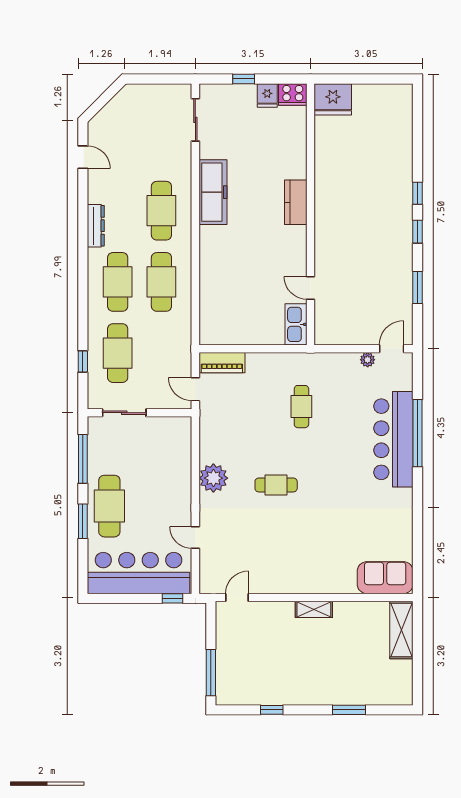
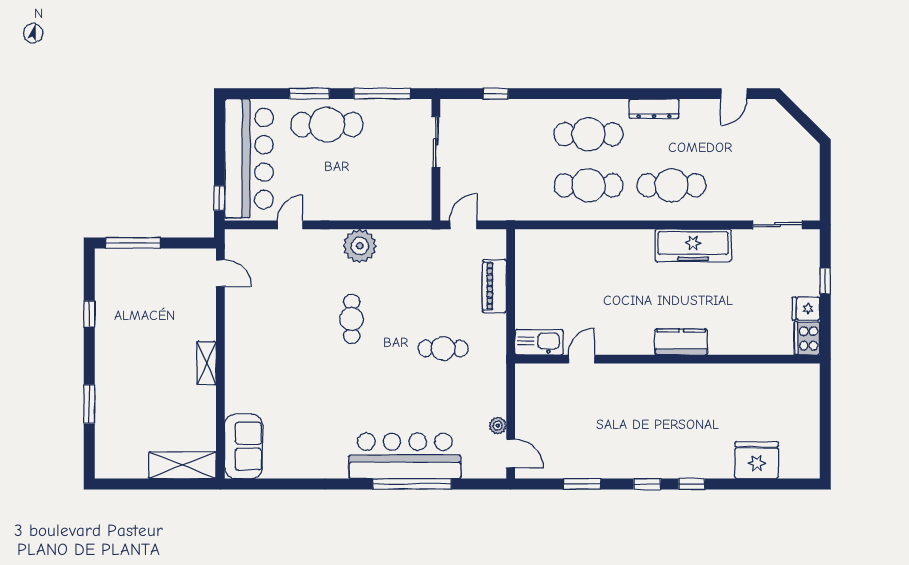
fridge: (333, 99) -> (757, 460), moved, turned 90
cafe table: (118, 353) -> (505, 134), removed
piano: (222, 363) -> (494, 286), moved

